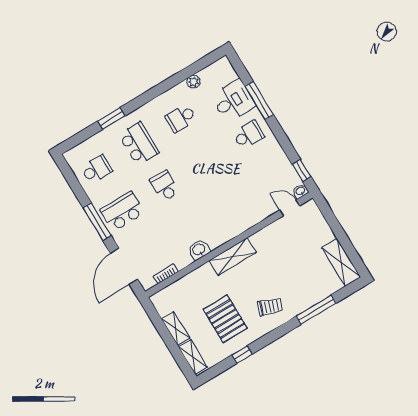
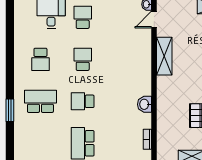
plant: (193, 82) -> (19, 34), removed
school desk: (97, 169) -> (83, 59), moved
shelving: (233, 257) -> (164, 56), moved

